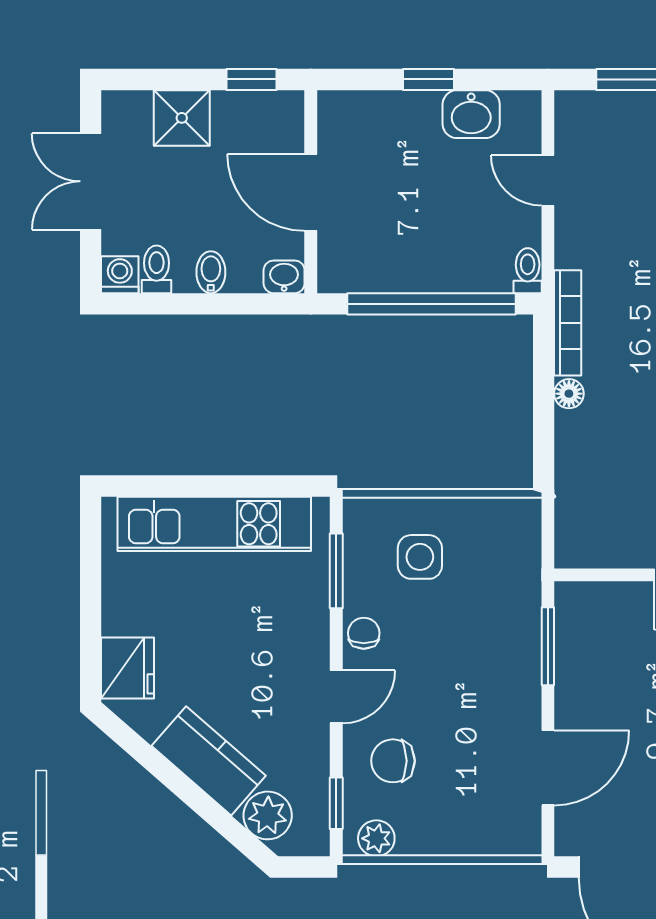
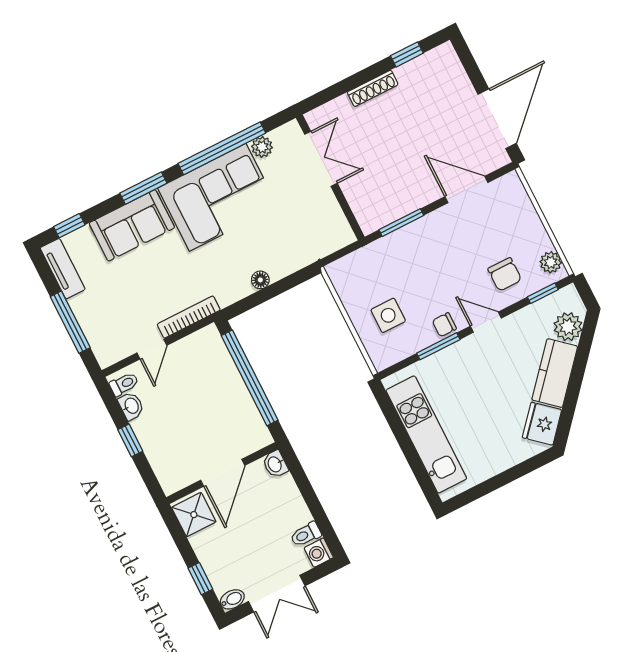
window: (252, 79) -> (200, 579), moved
washbasin: (471, 114) -> (131, 406), width x0.72, depth x0.69
shower: (182, 118) -> (194, 515), moved
toilet: (528, 271) -> (124, 384), moved, turned 180
bidet: (211, 272) -> (232, 599), moved, turned 180
bookcase: (568, 323) -> (189, 317), moved
window: (336, 571) -> (438, 346), moved
fridge: (128, 668) -> (542, 424), moved, turned -49

